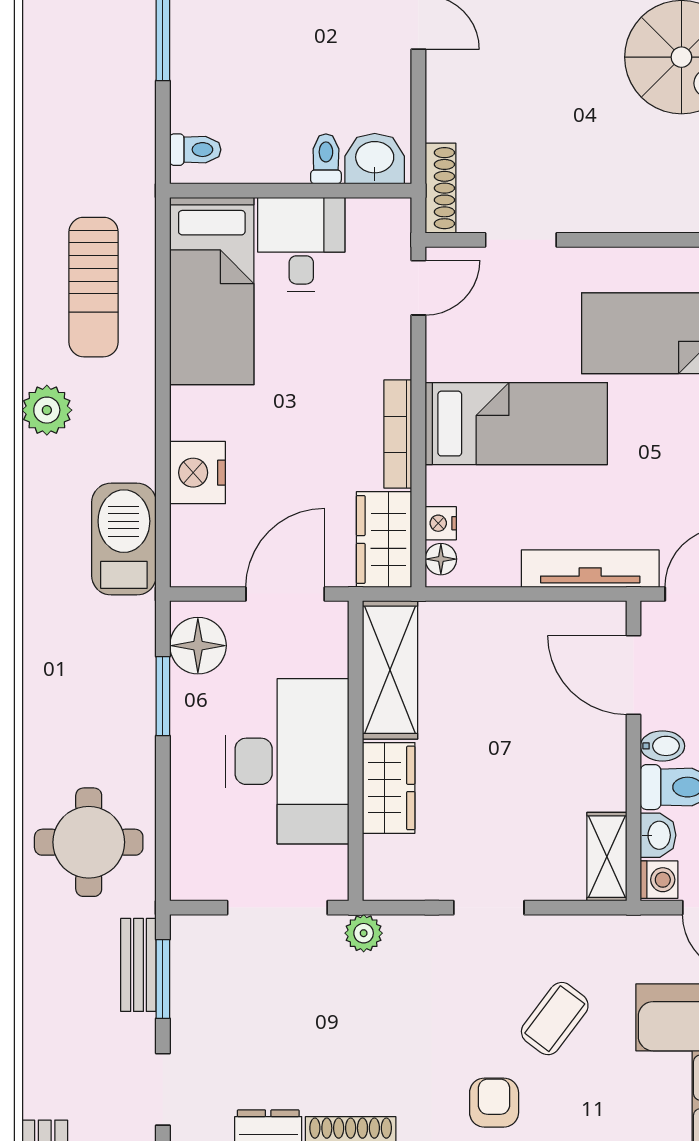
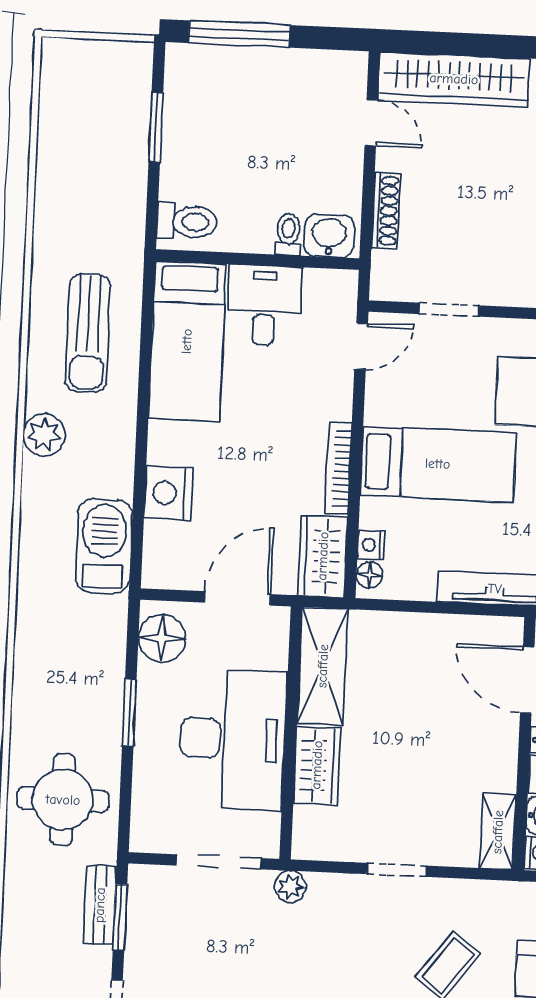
toilet: (195, 150) -> (187, 222), width x1.37, depth x1.39
shoe rack: (440, 188) -> (386, 211), moved
window: (163, 696) -> (129, 713), moved

